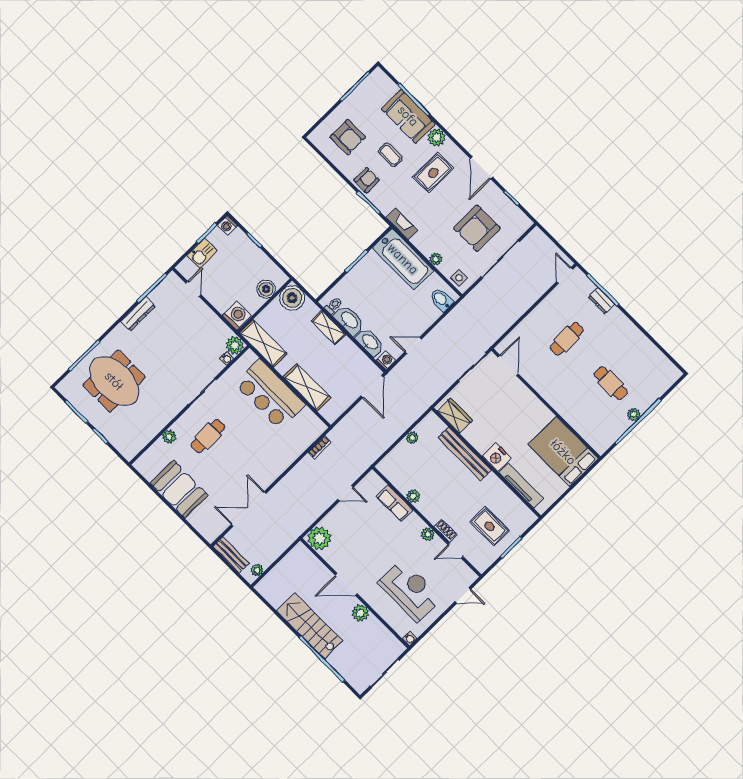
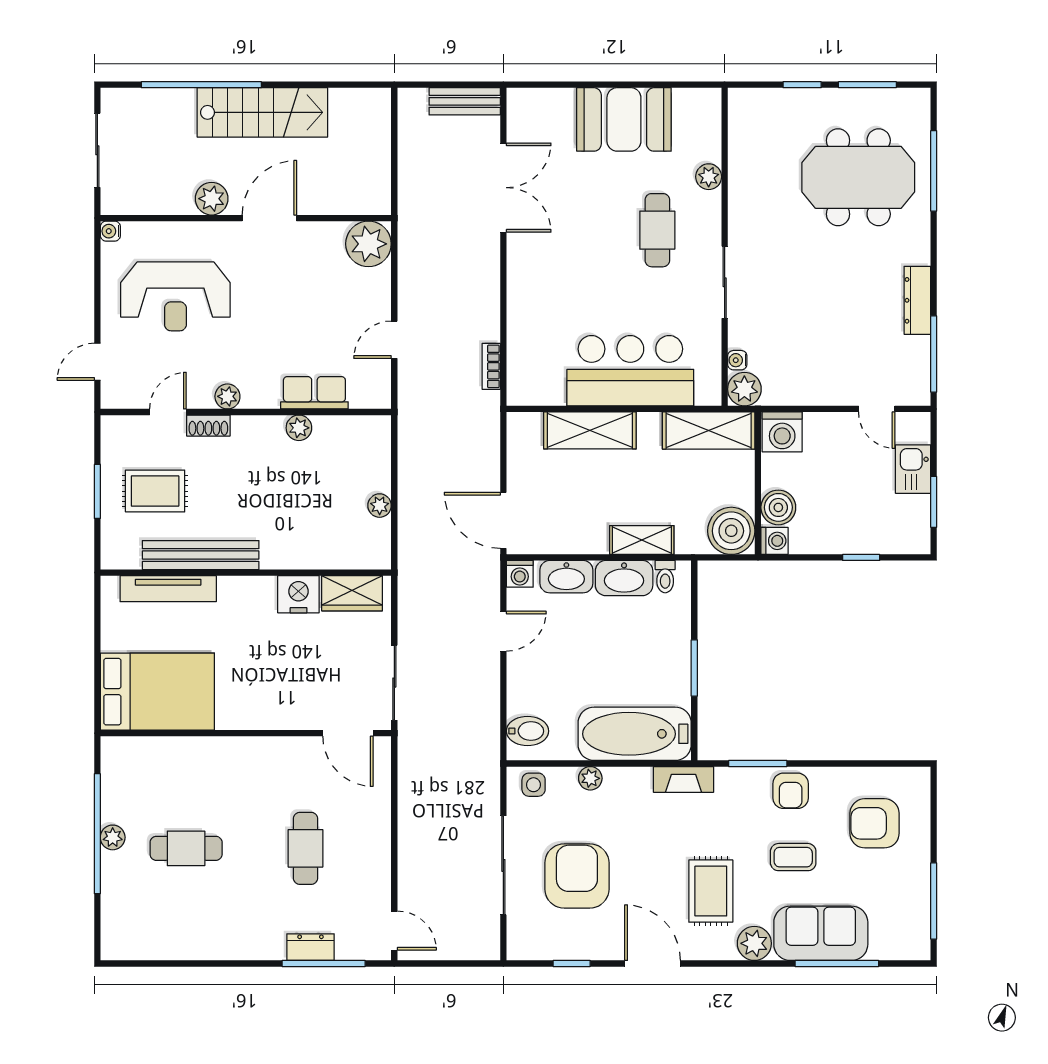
washing machine: (227, 225) -> (775, 541), moved, turned 90
bench: (465, 454) -> (201, 555), moved
nightstand: (497, 457) -> (298, 594), moved
plant: (257, 570) -> (409, 116), removed

